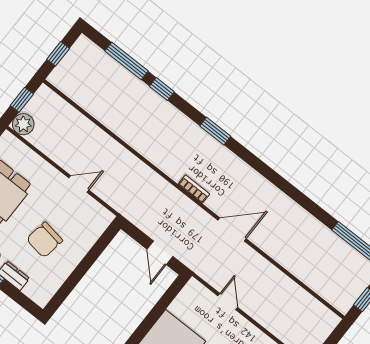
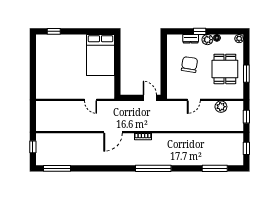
window: (162, 89) -> (190, 168), removed
plant: (23, 124) -> (221, 107), moved
window: (215, 131) -> (153, 168), width x2.11
door: (160, 253) -> (150, 98), moved

